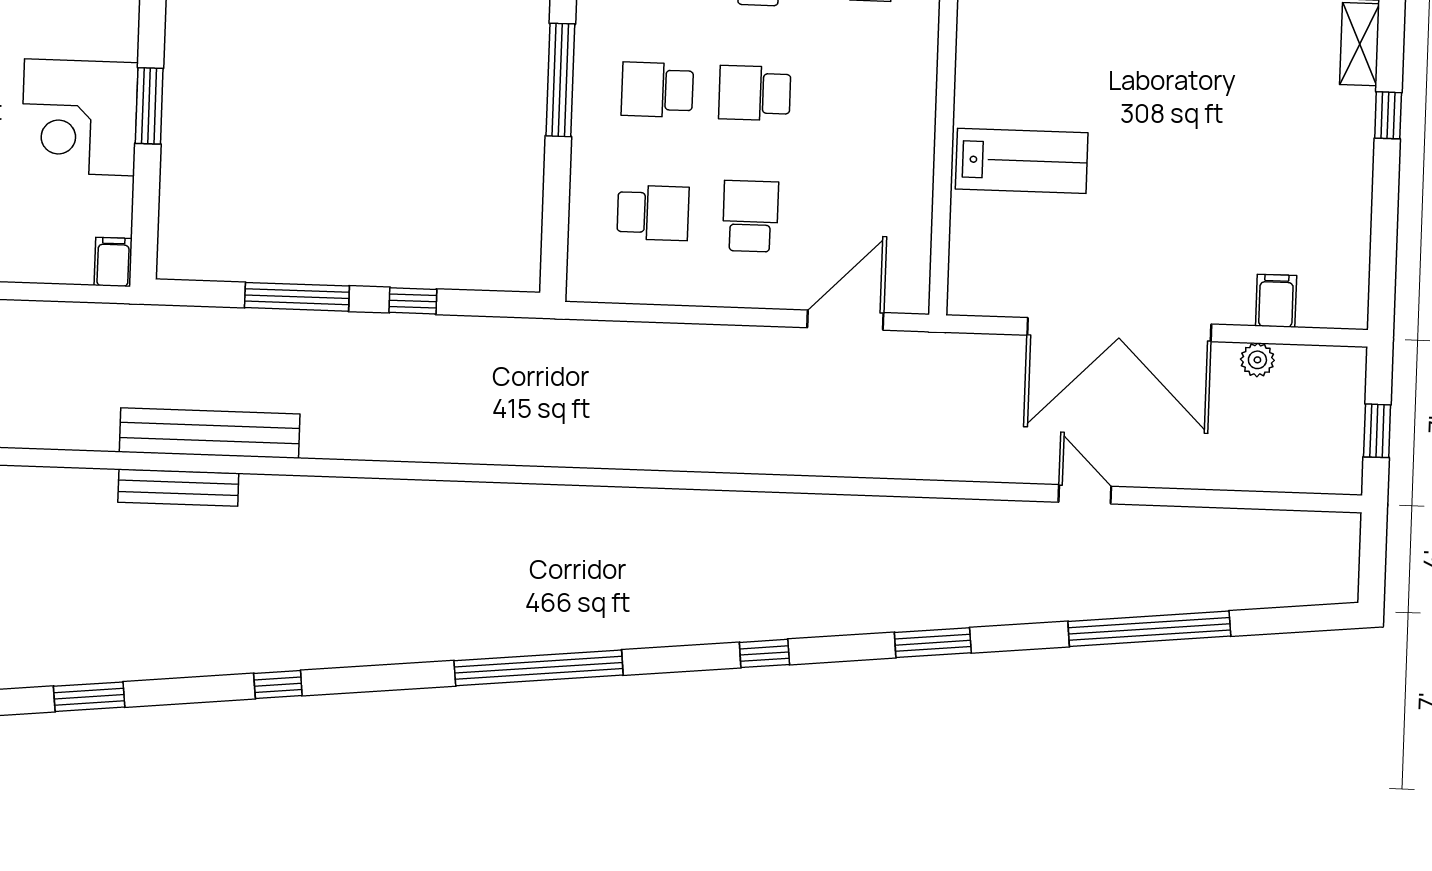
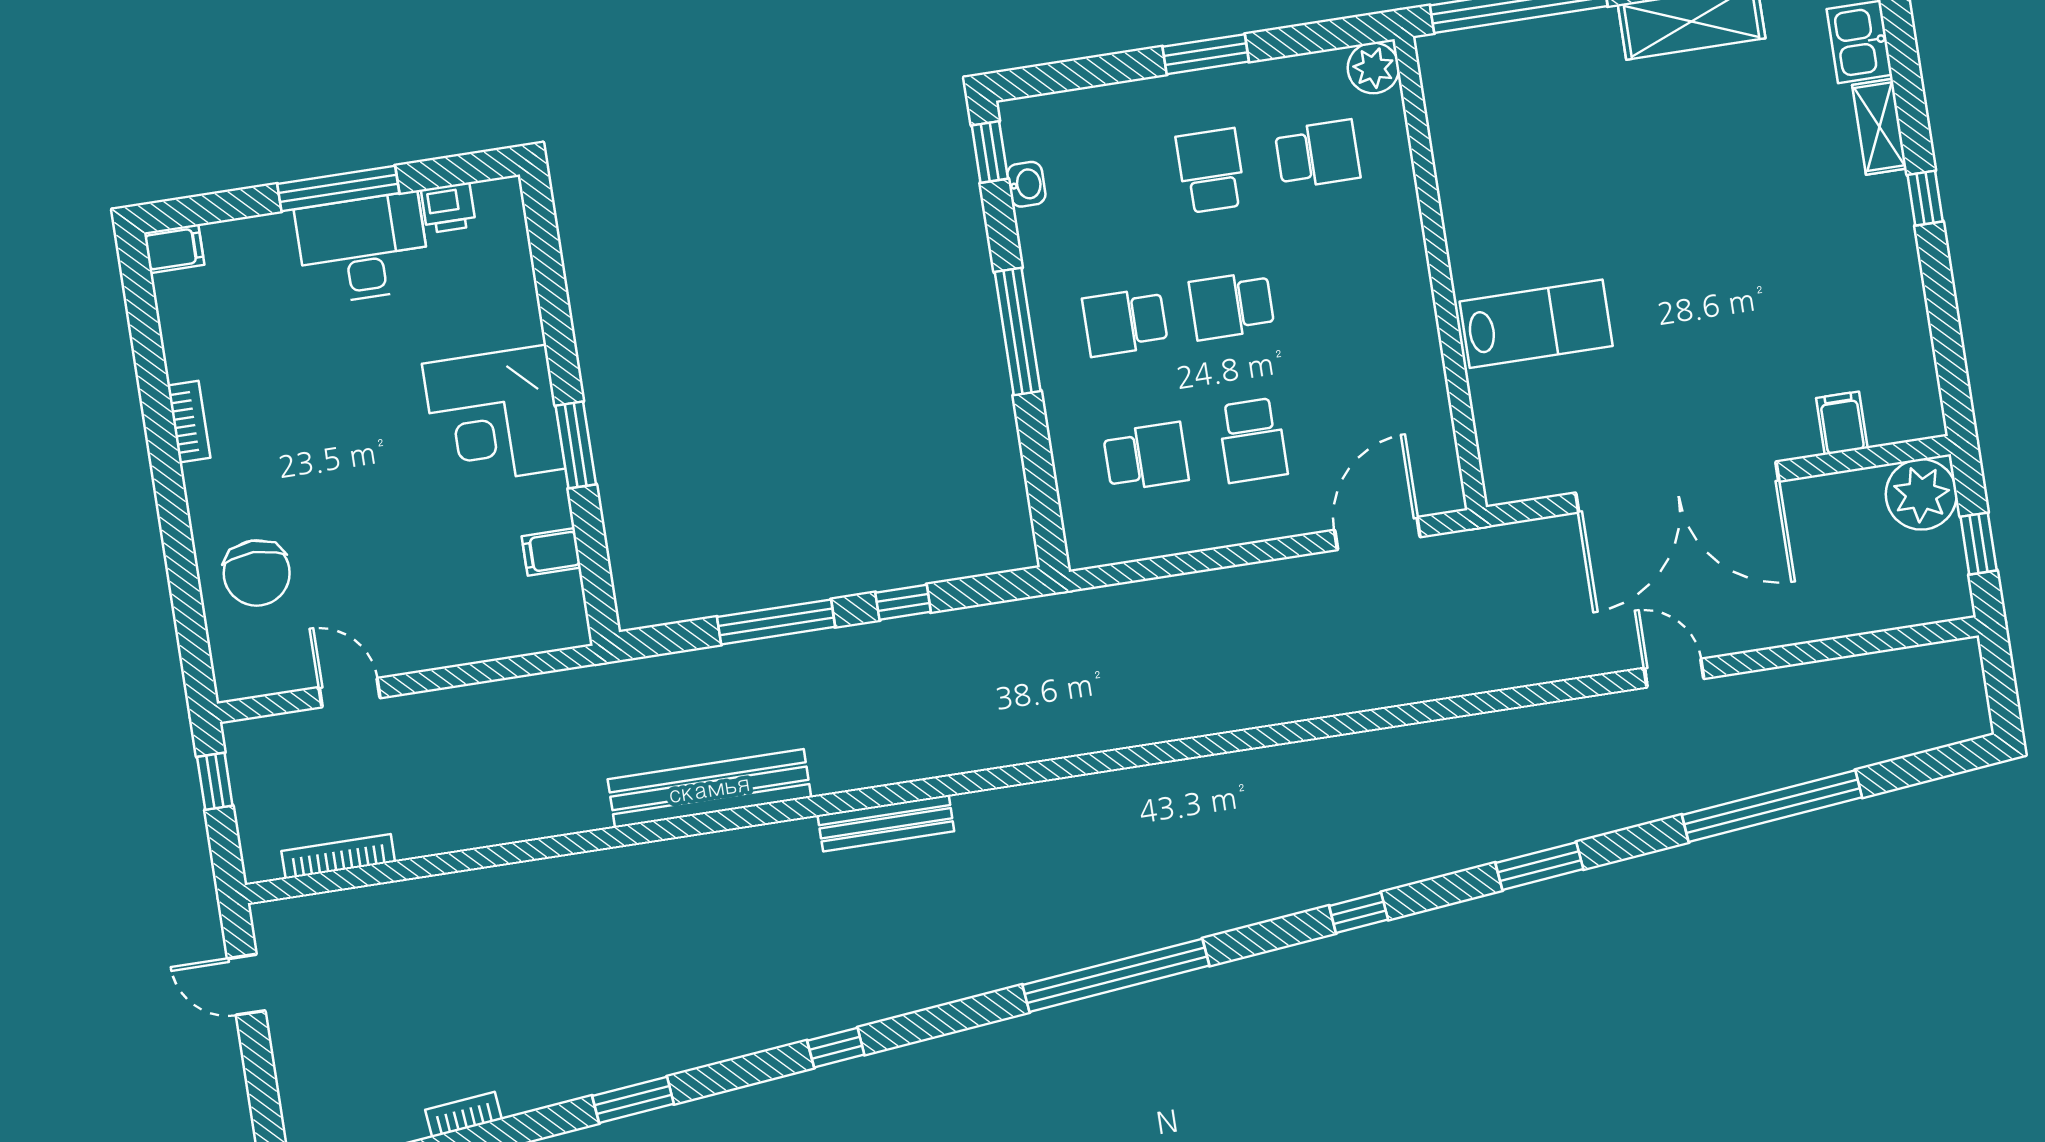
corner desk: (79, 117) -> (494, 416), moved
school desk: (750, 216) -> (1253, 440), turned 180
filing cabinet: (113, 262) -> (551, 552), moved, turned -90
plant: (1257, 360) -> (1921, 494), moved, width x1.87, depth x1.87
bench: (178, 488) -> (886, 823), moved

